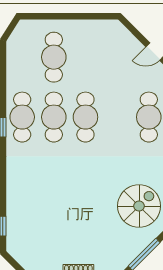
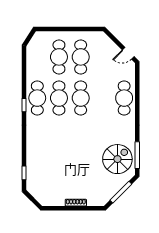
cafe table: (85, 57) -> (81, 57), added

